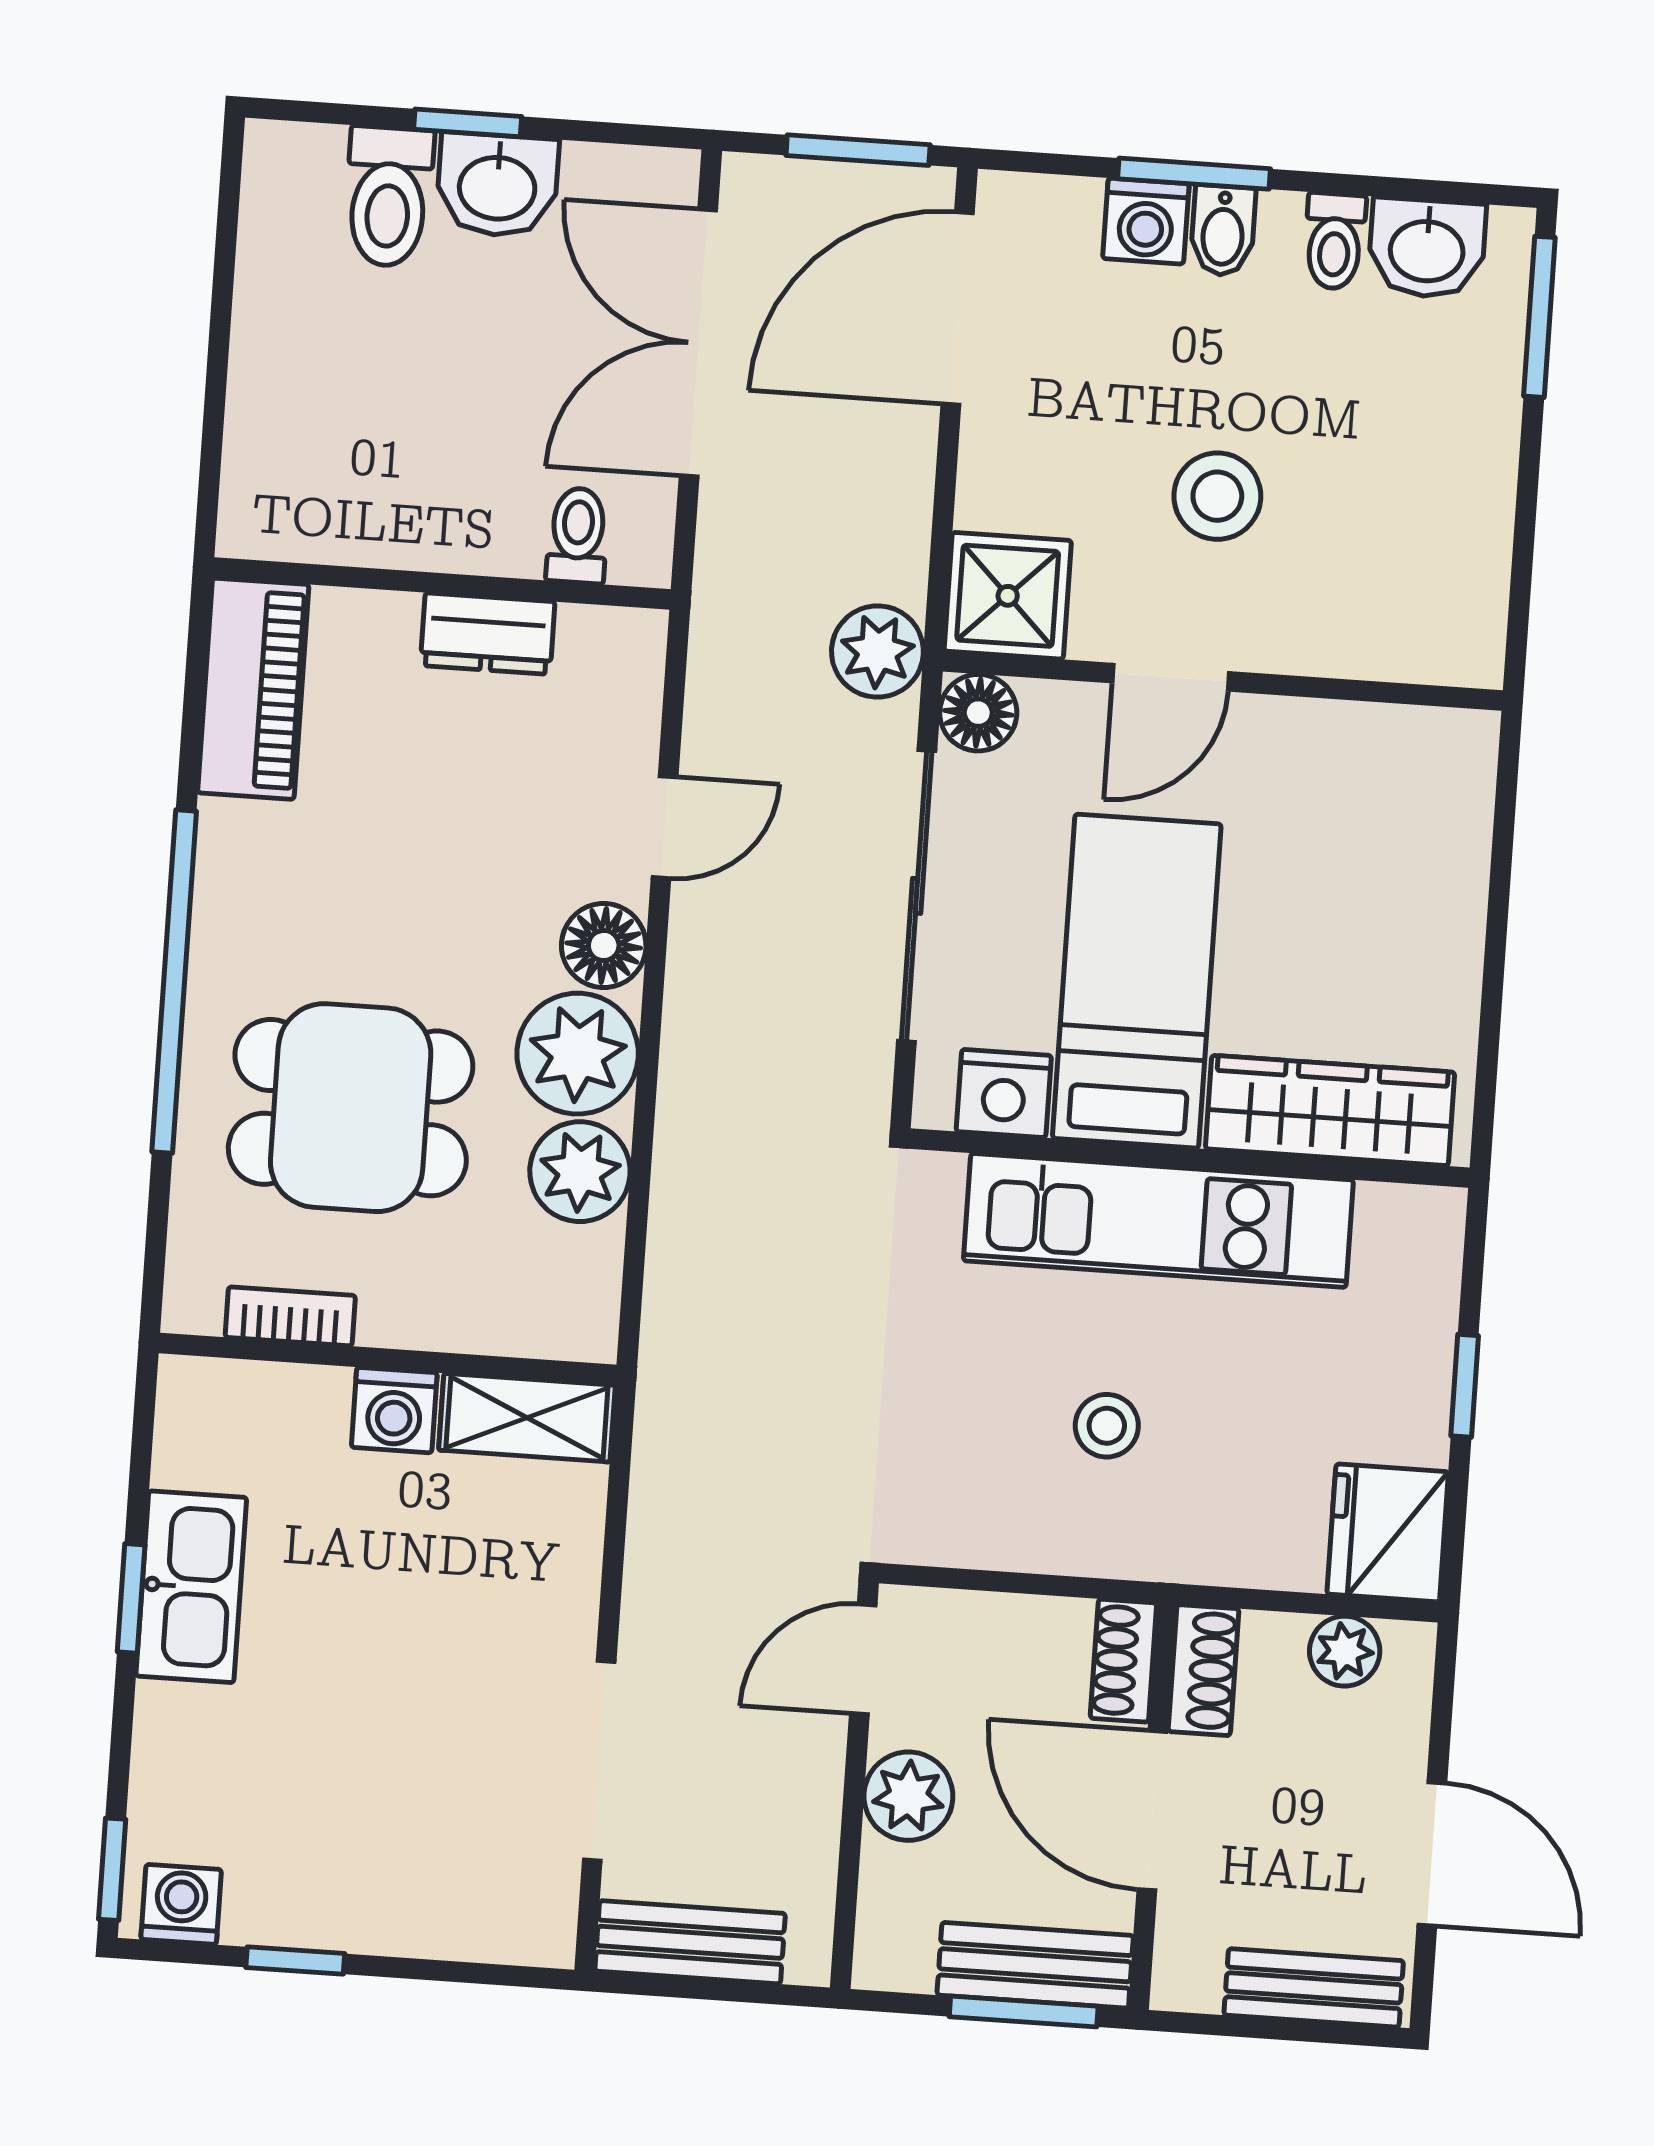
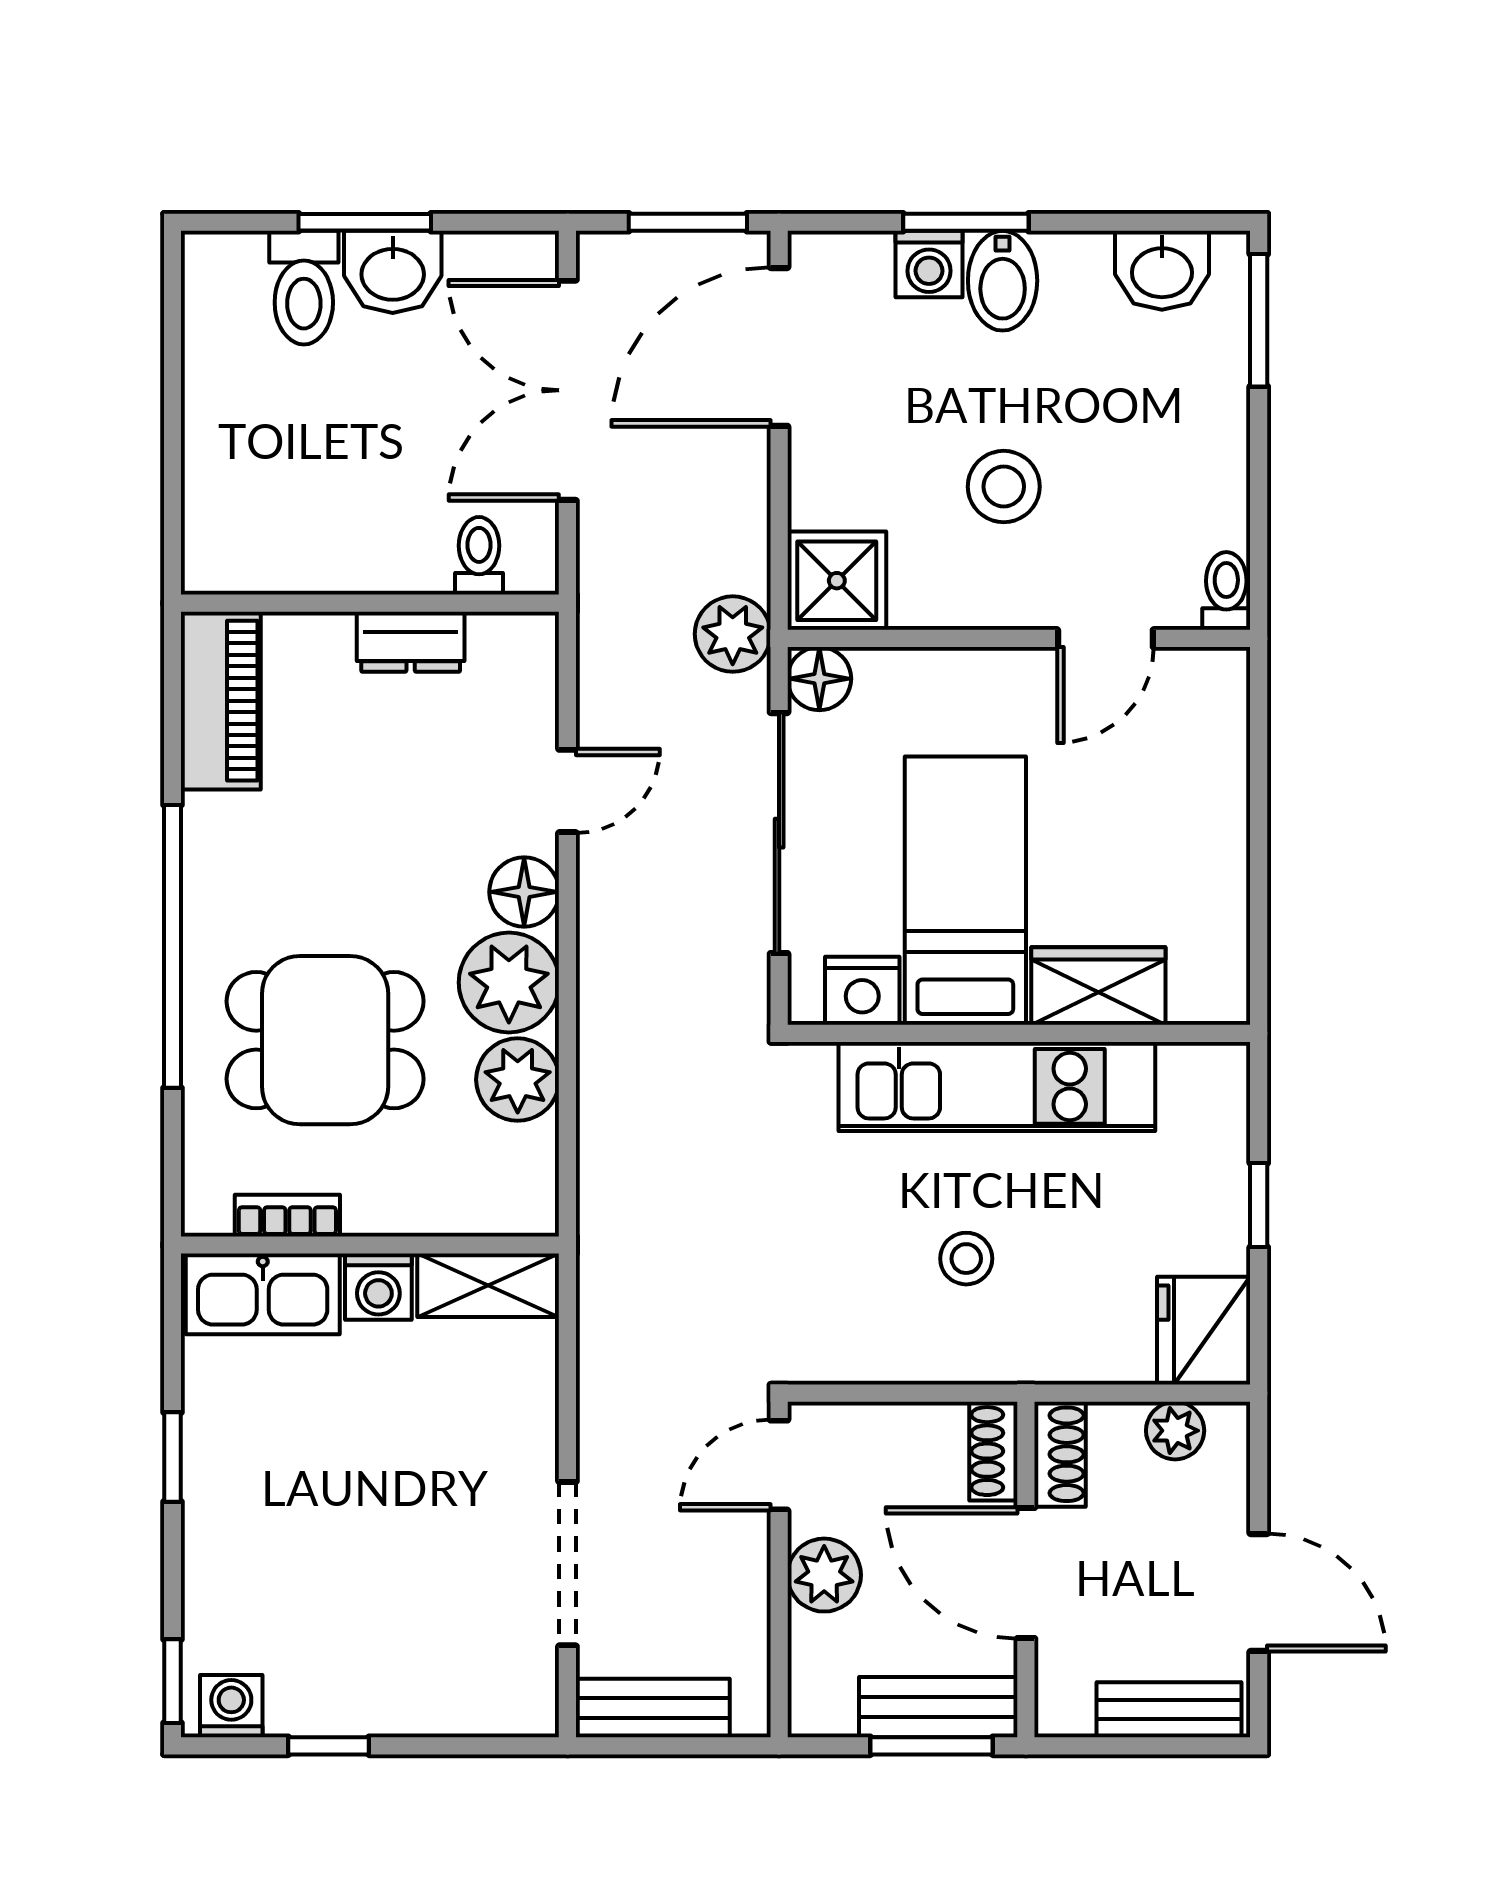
window: (468, 123) -> (365, 222), width x1.50
bidet: (1223, 231) -> (1003, 281), width x1.38, depth x1.36
toilet: (1335, 241) -> (1226, 591), moved, turned 180
door: (1171, 677) -> (1105, 638), moved
wardrobe: (1330, 1111) -> (1098, 986), width x0.67
kitchen sink: (191, 1587) -> (263, 1294), moved, turned 90

